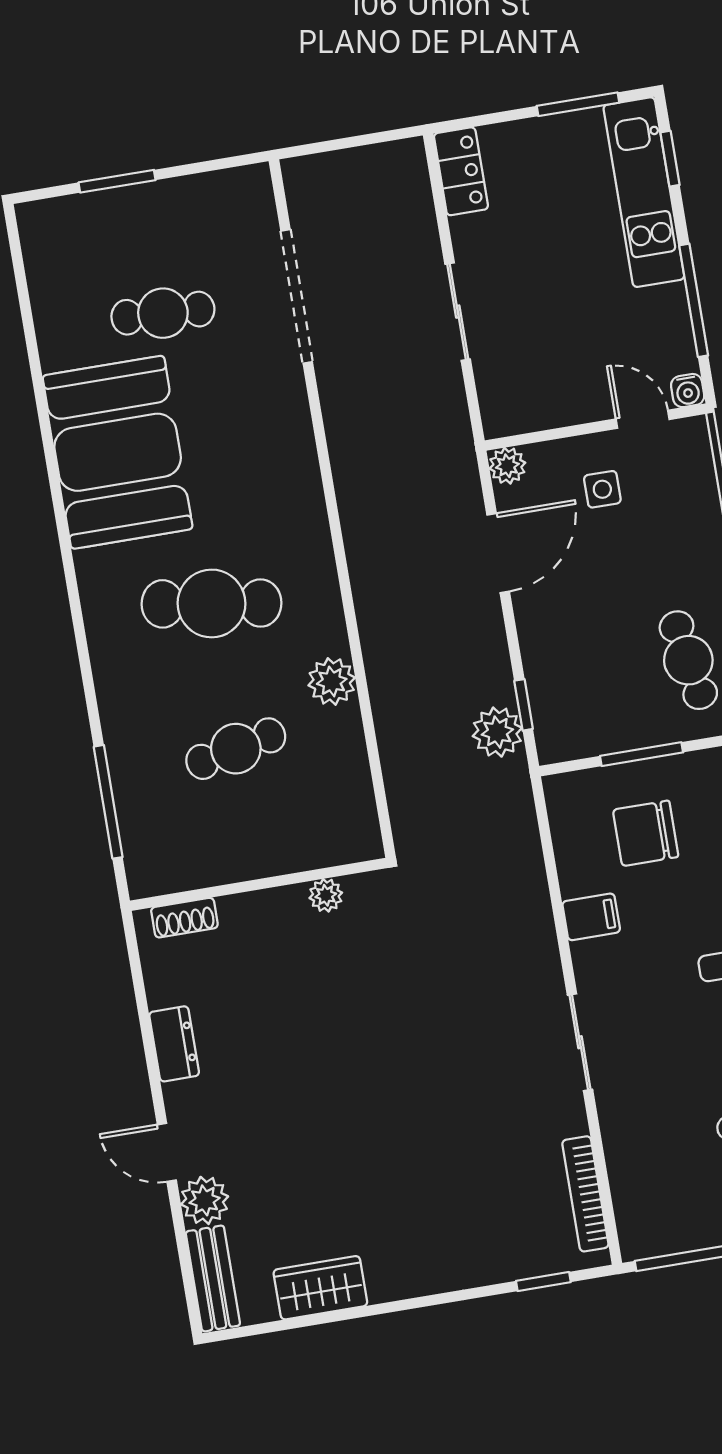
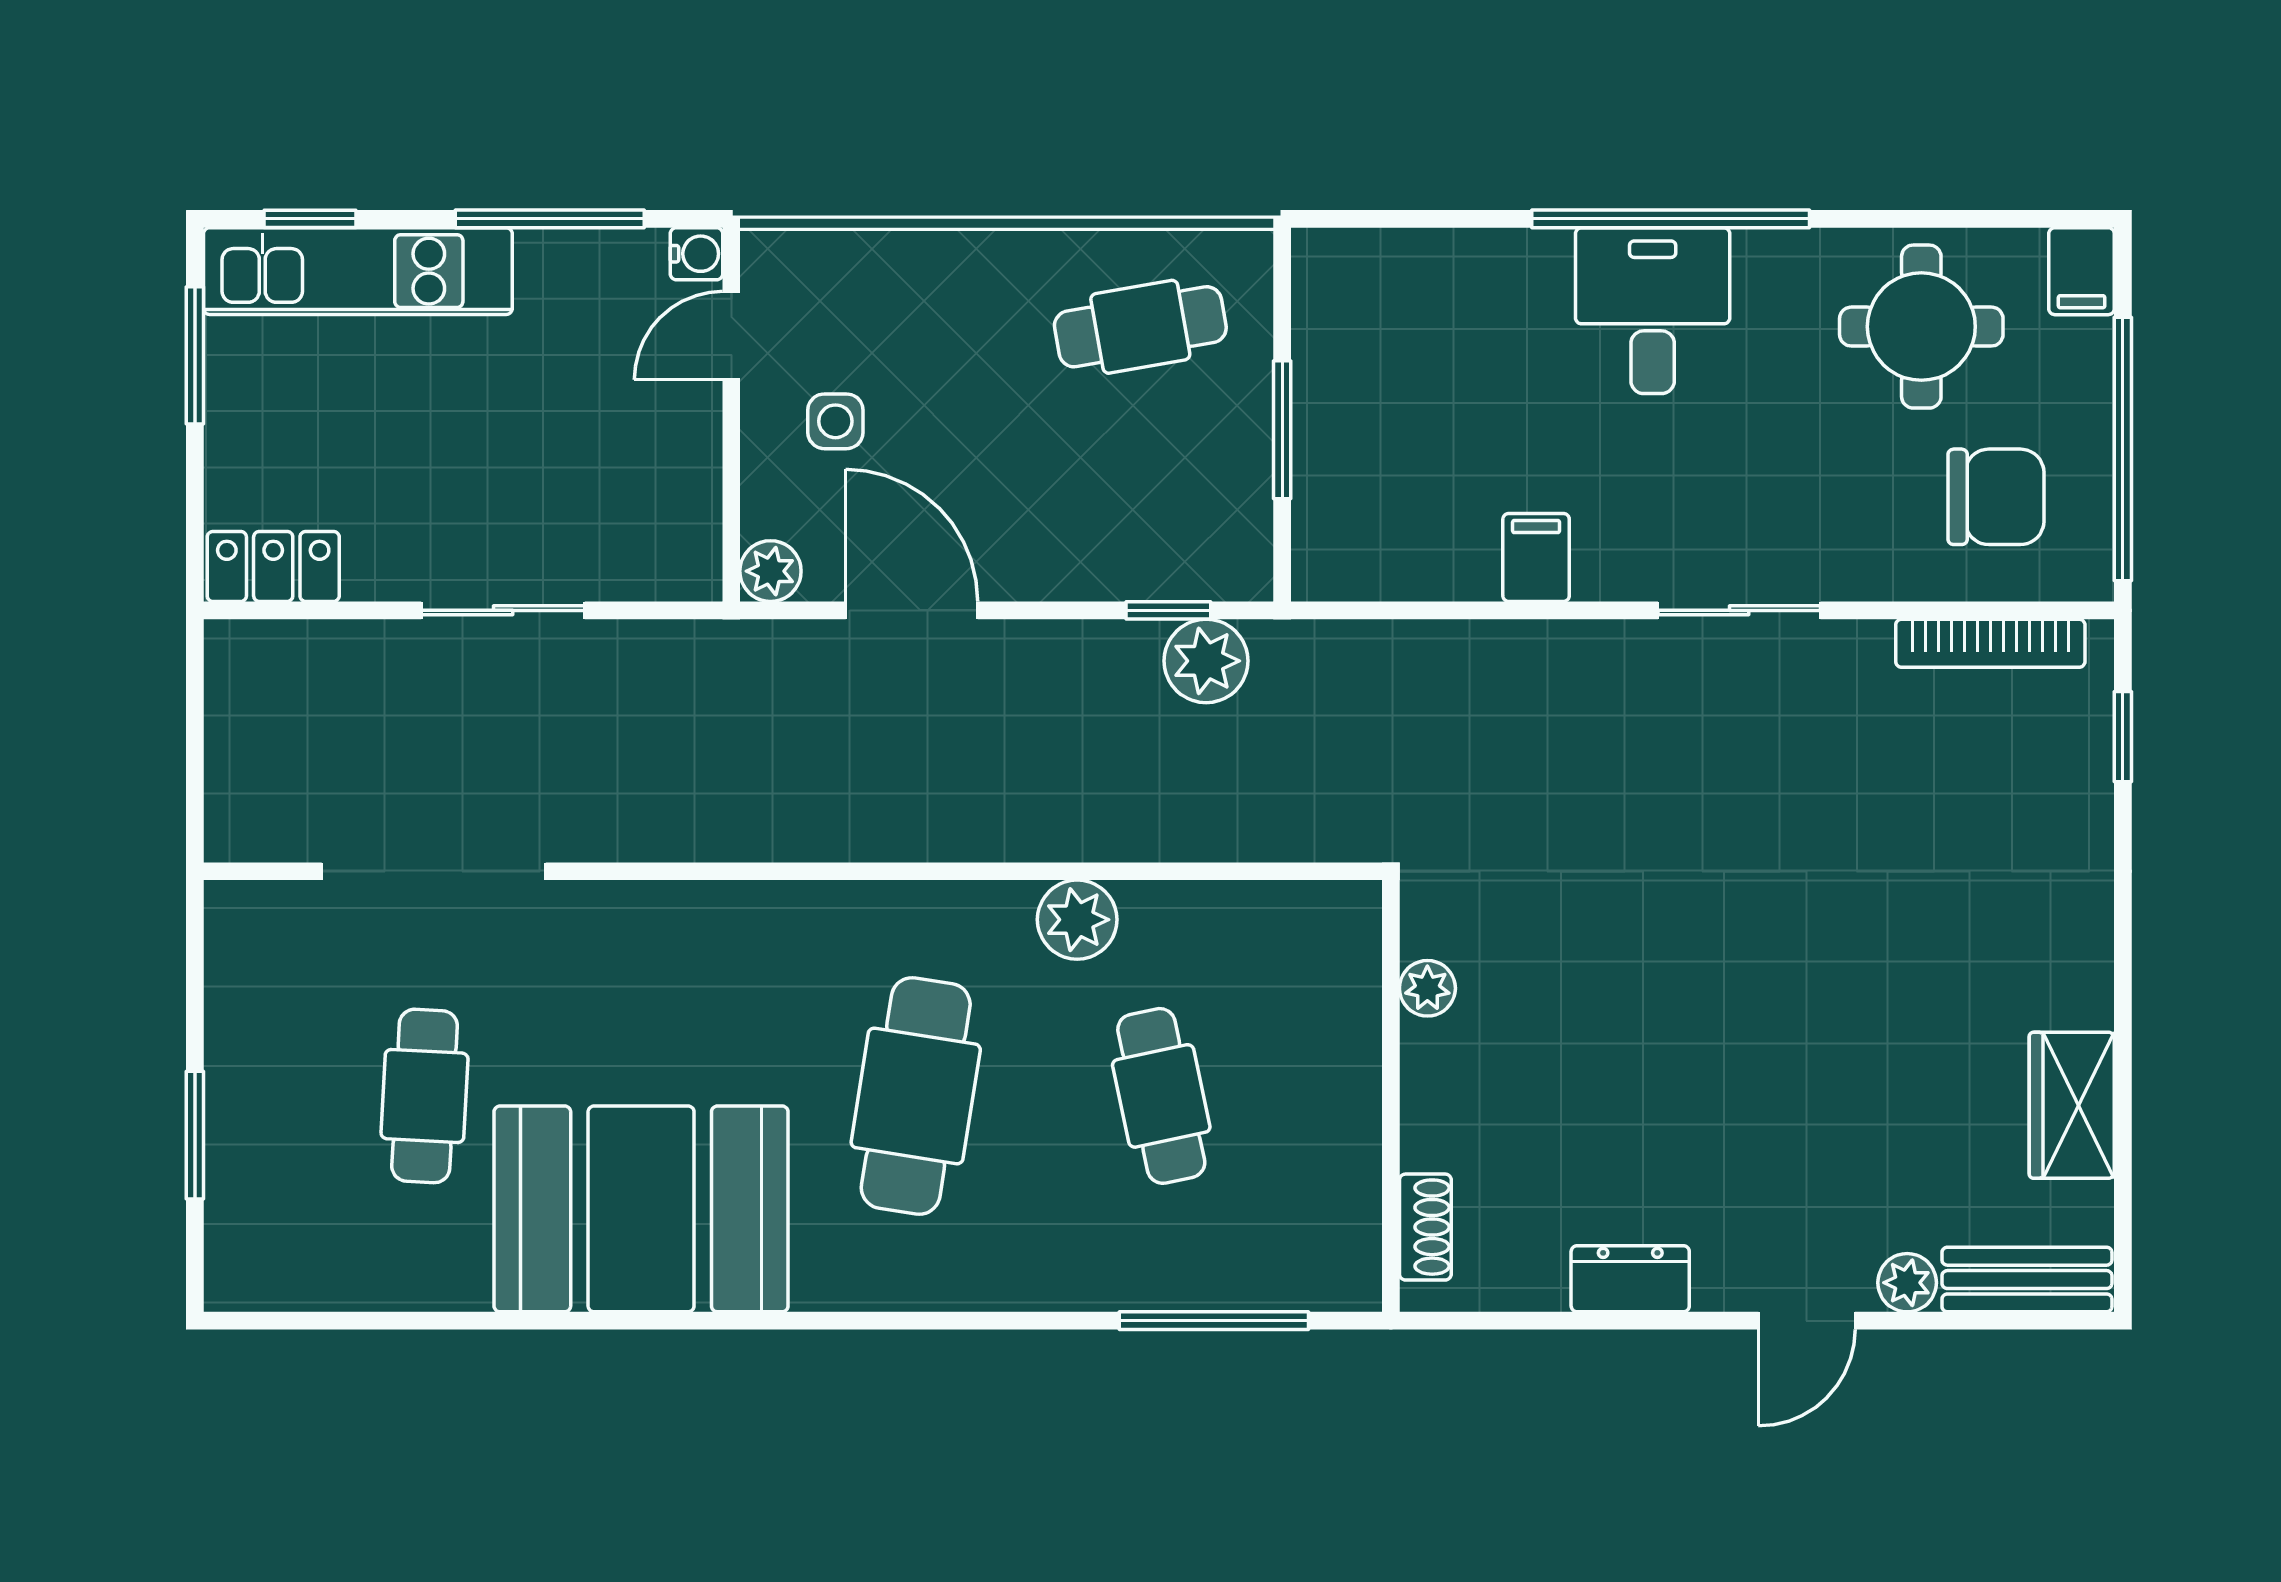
chair: (646, 833) -> (1996, 497), moved, turned -90
plant: (205, 1200) -> (1907, 1283), width x0.73, depth x0.73

